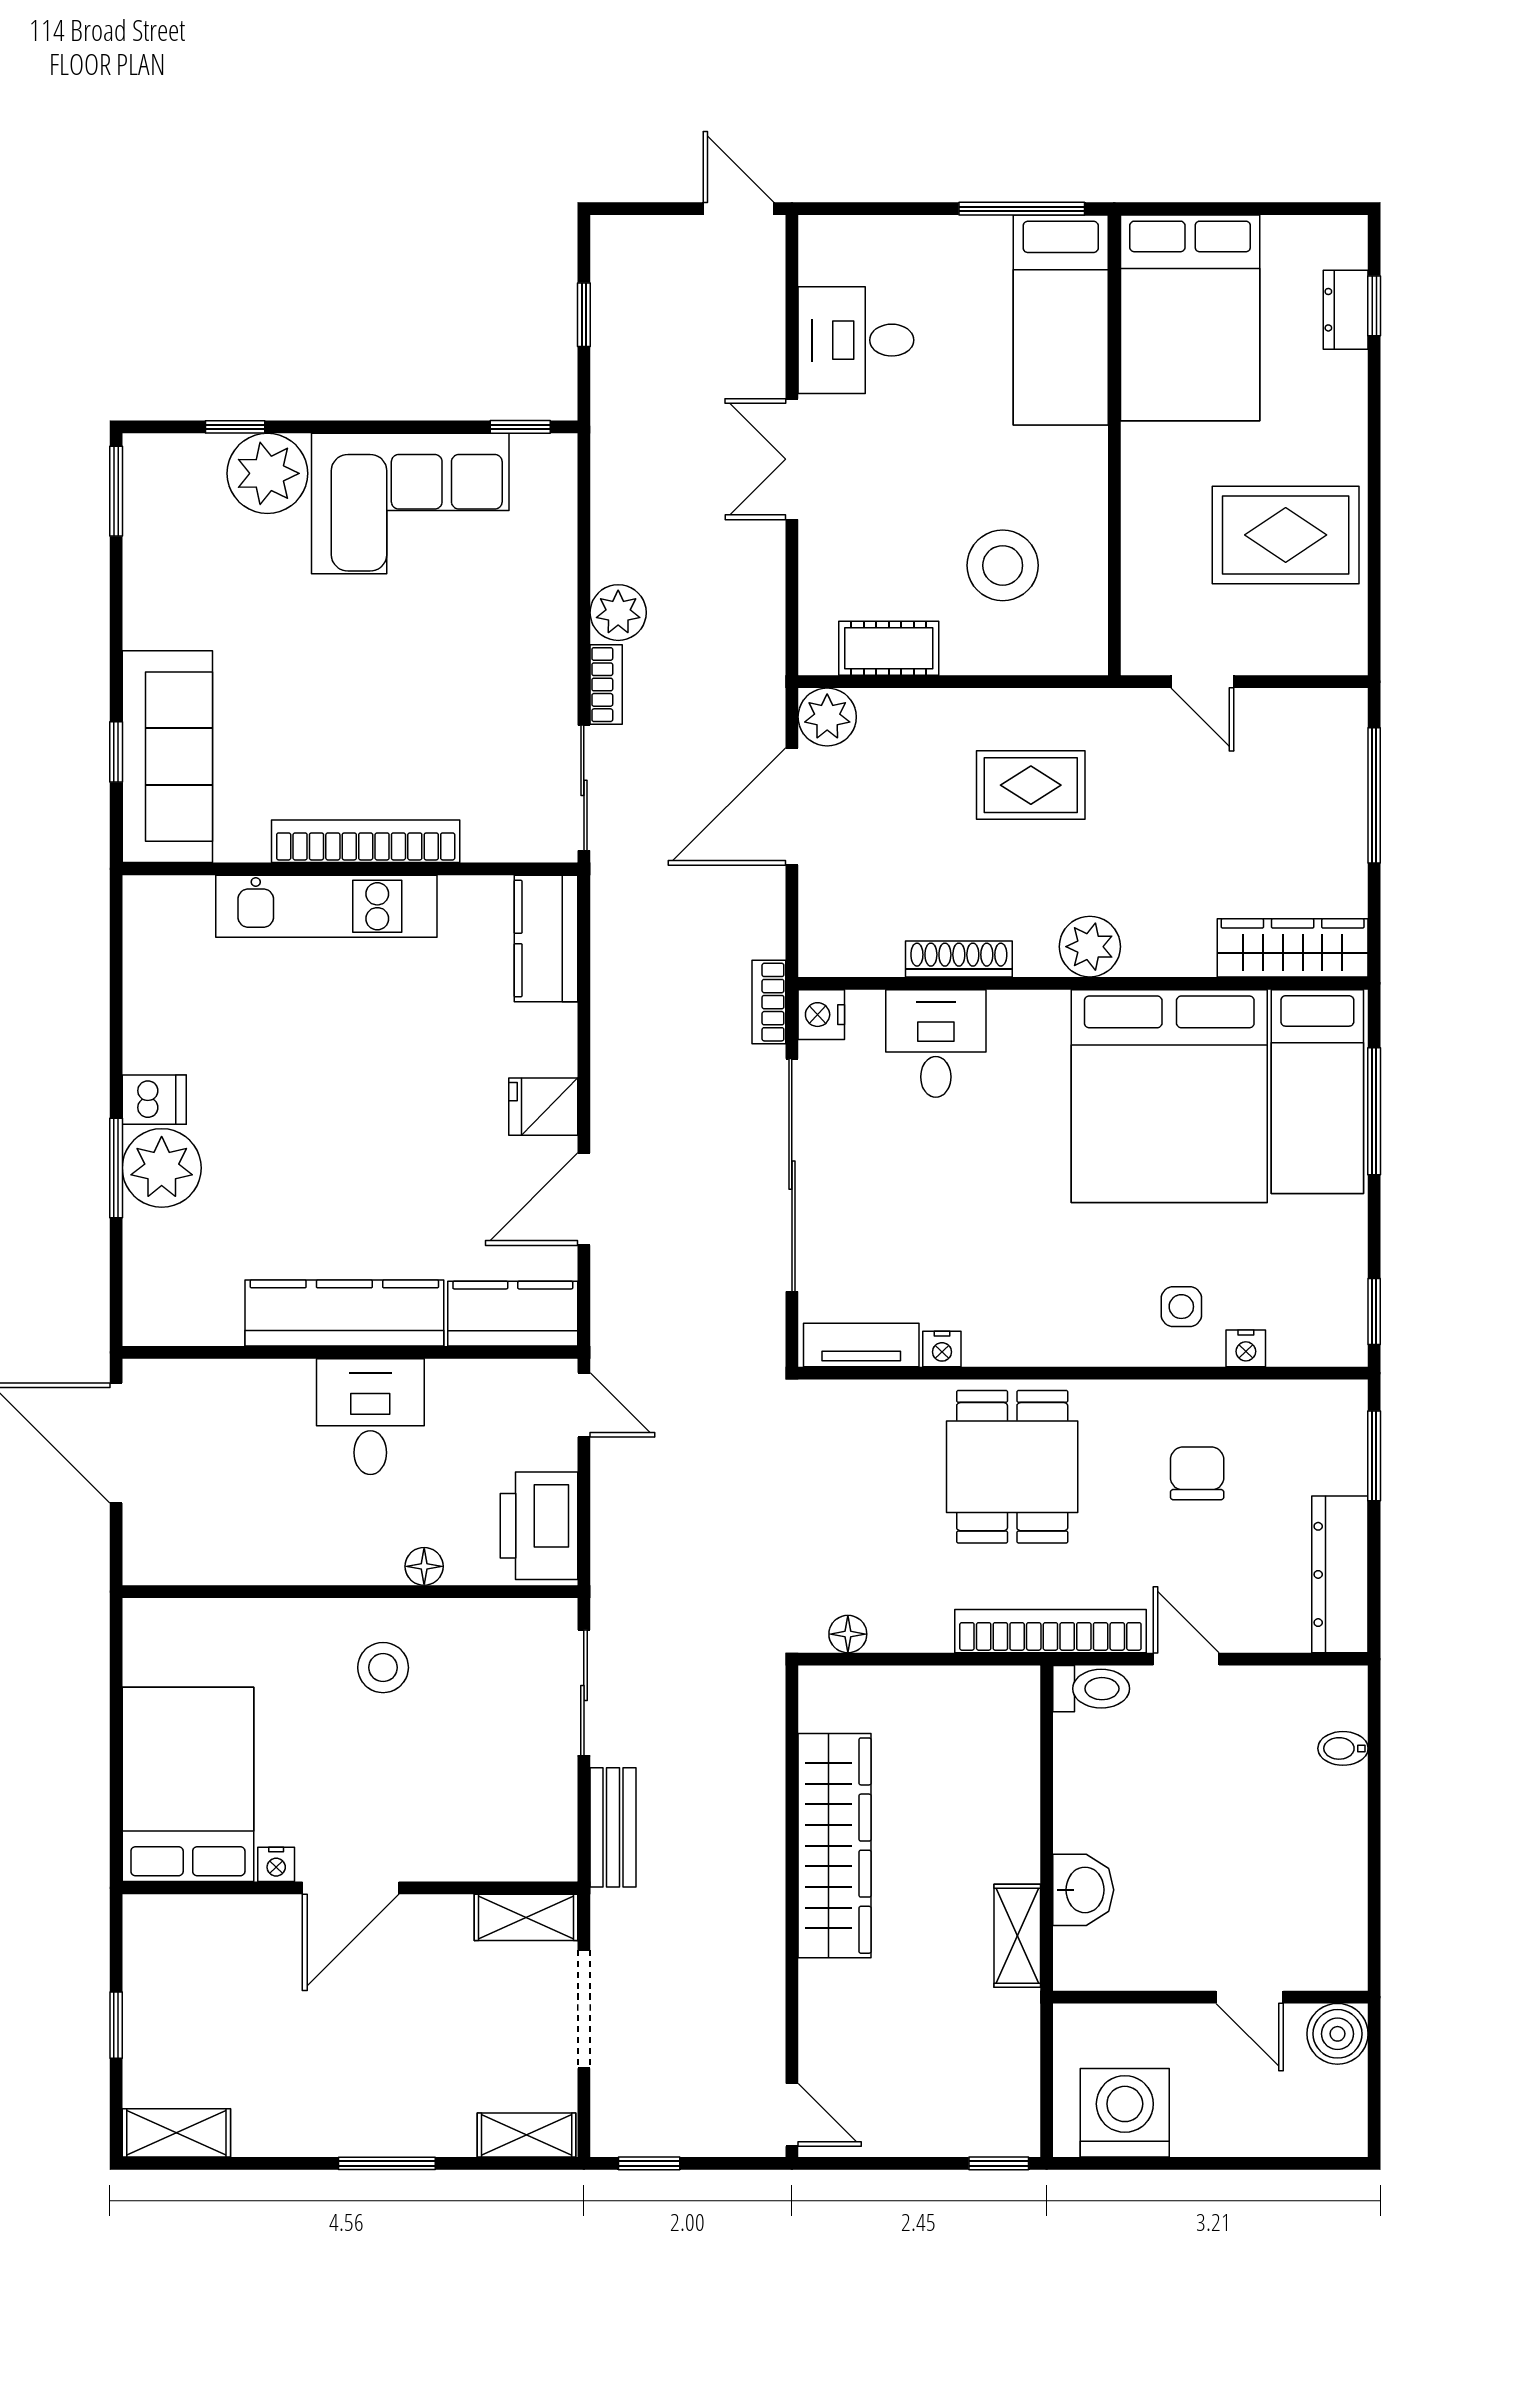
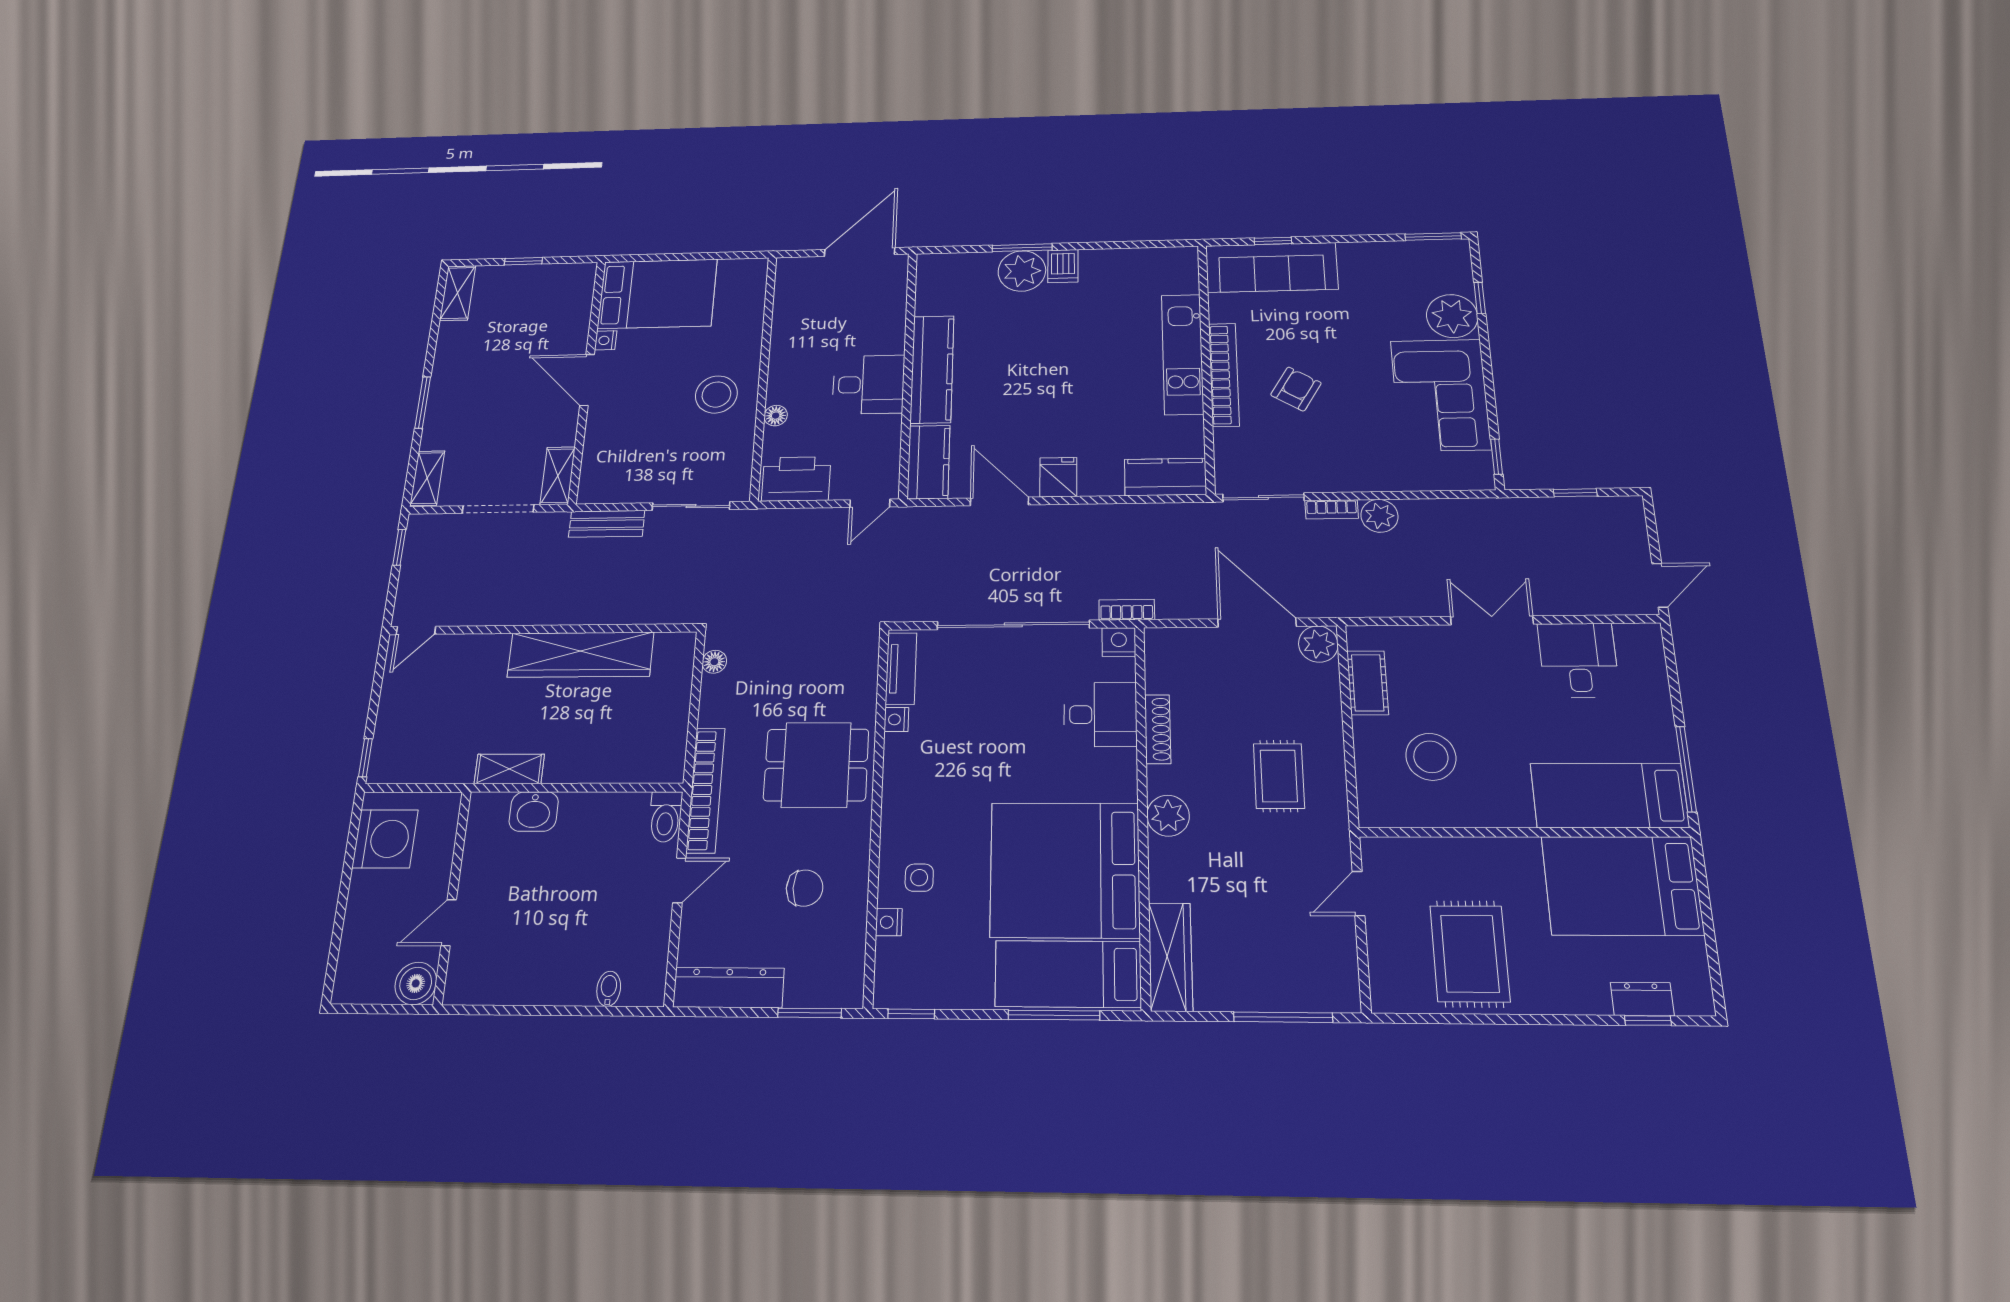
armchair: (394, 728) -> (1296, 389), added
stool: (383, 1668) -> (716, 394), width x1.38, depth x1.38

